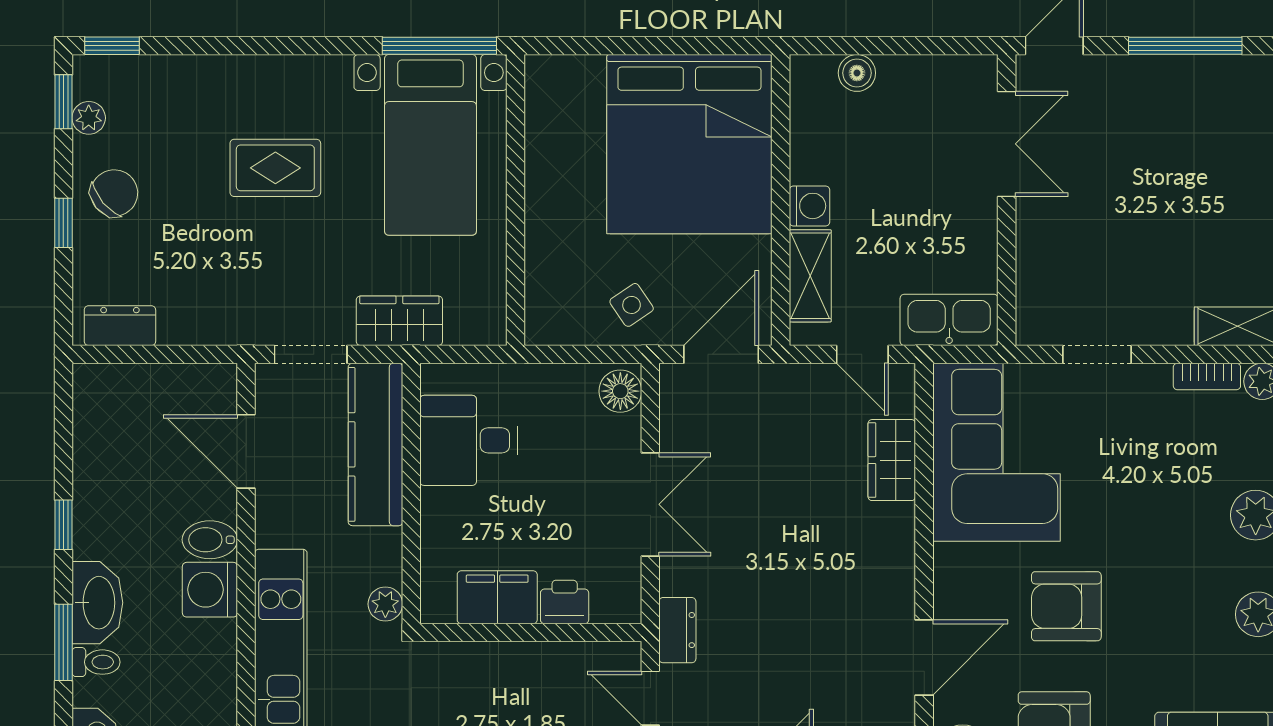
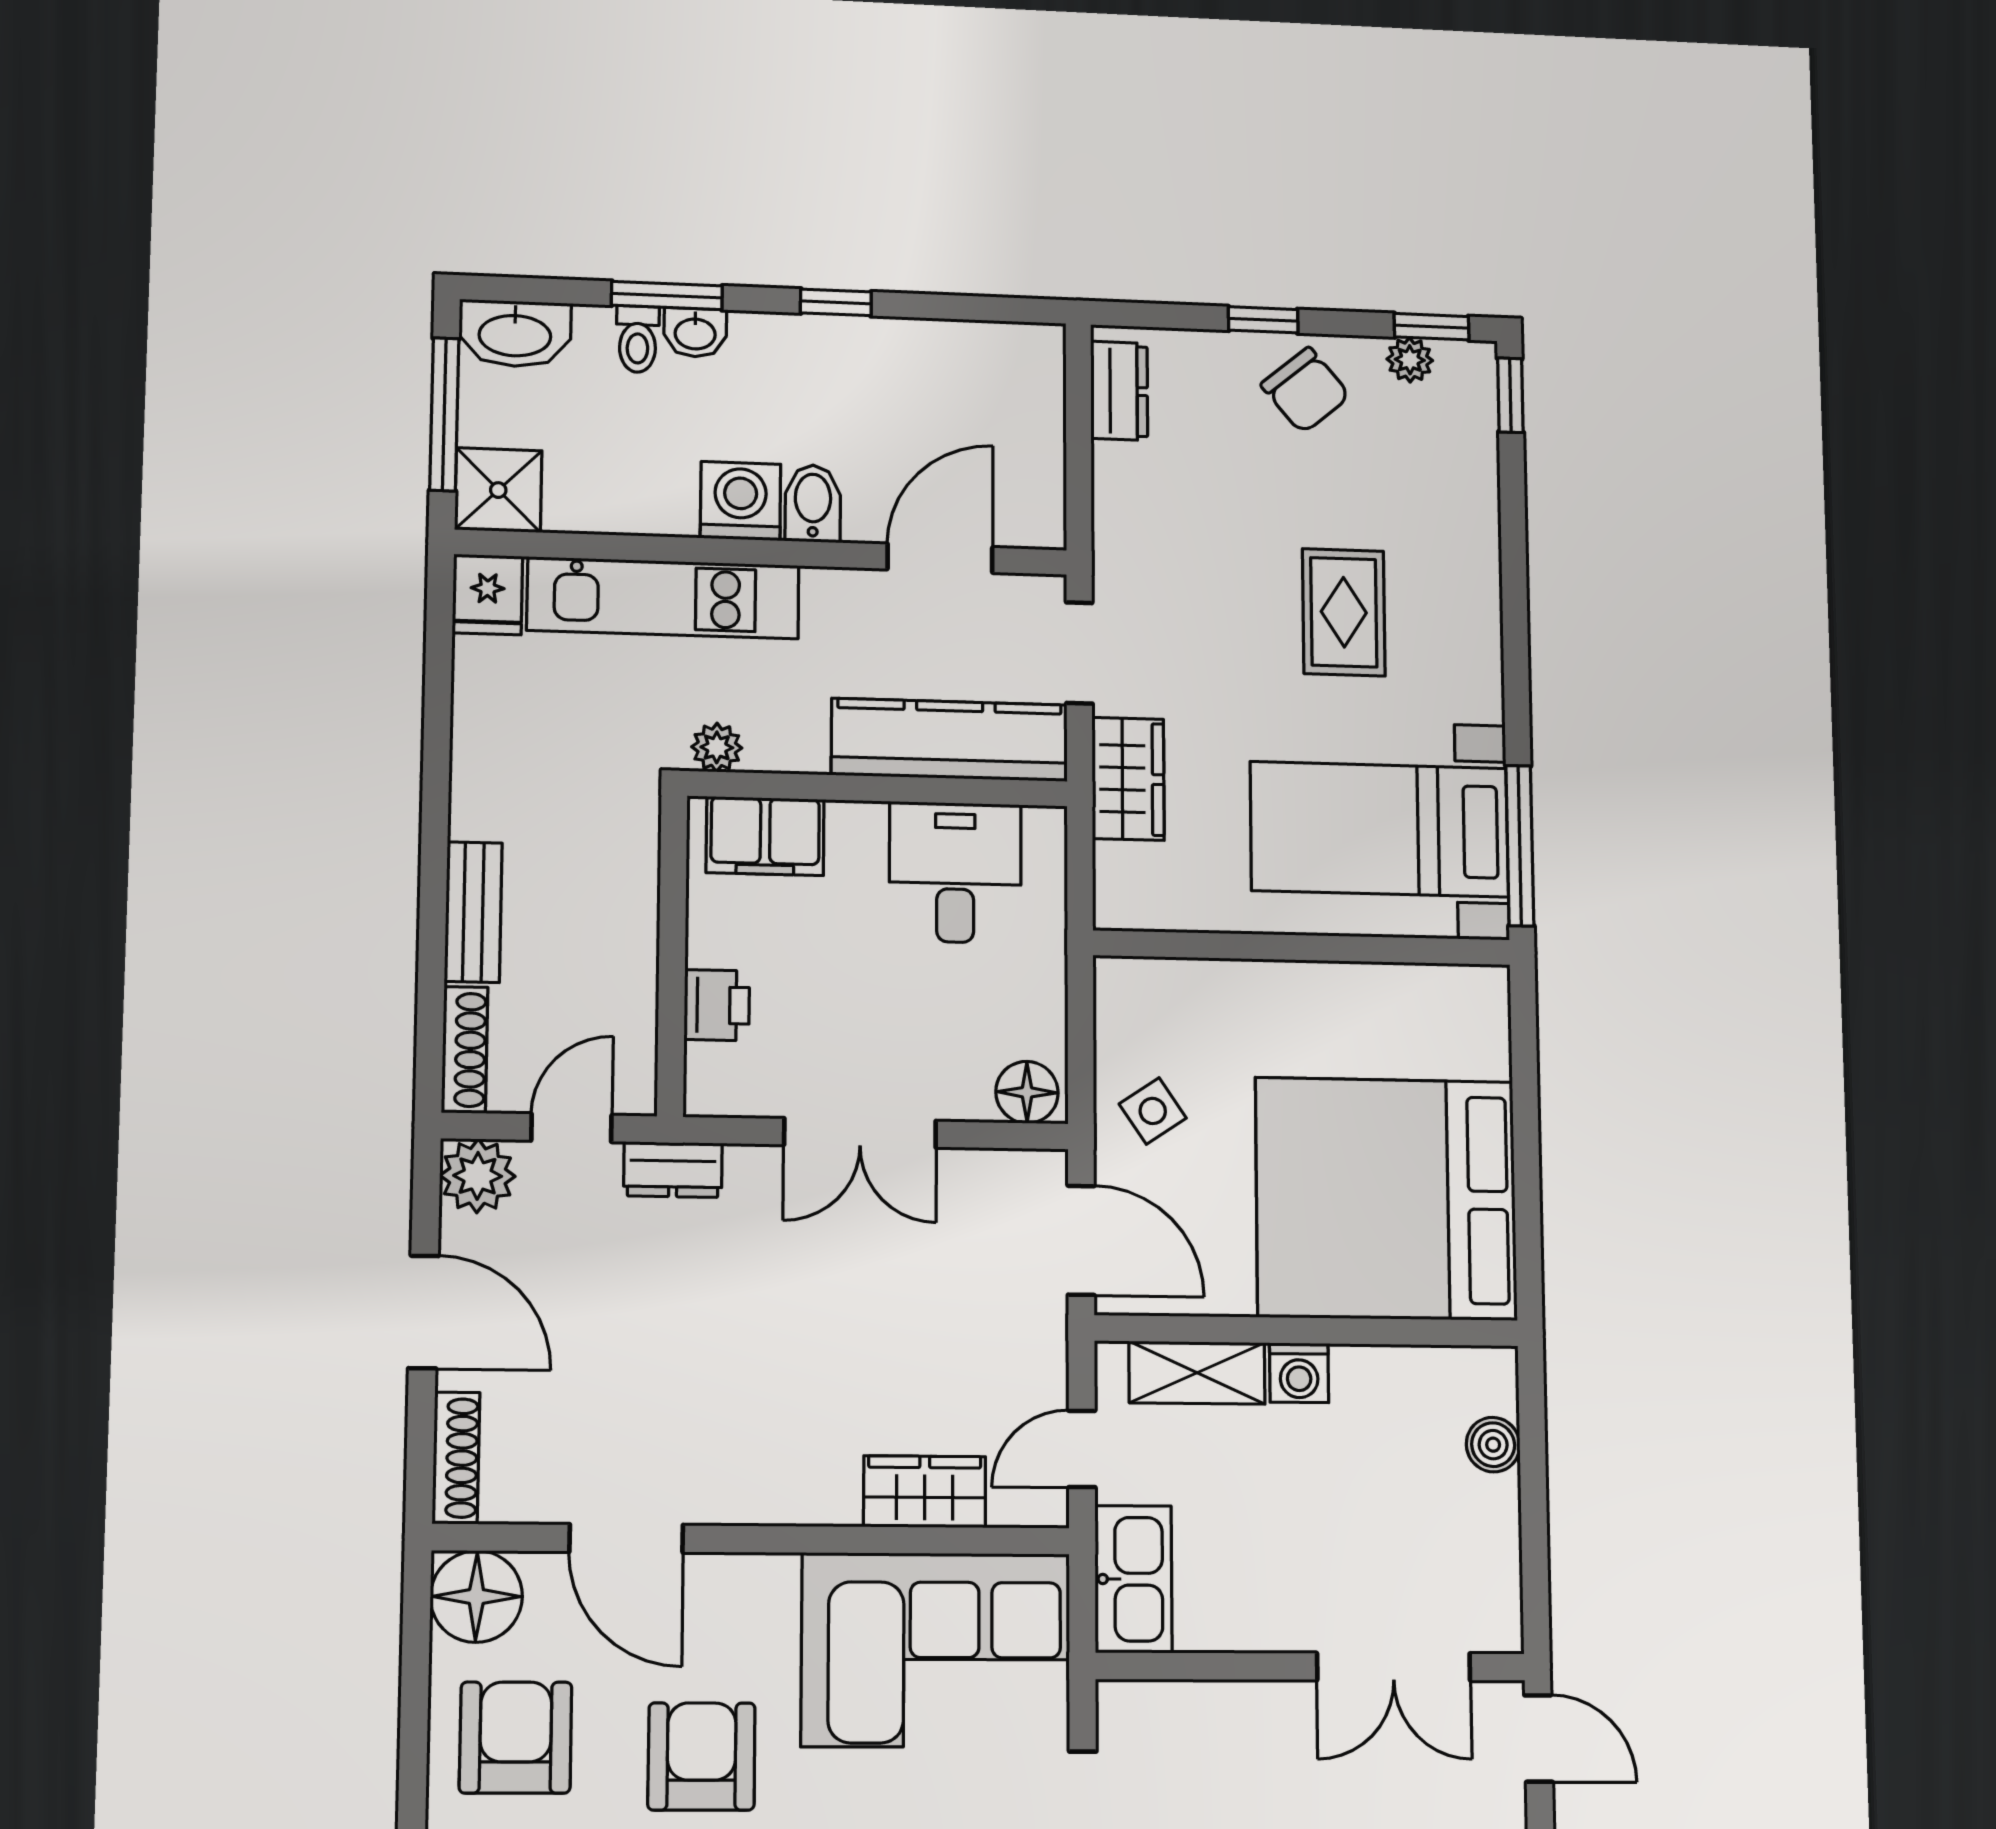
filing cabinet: (497, 597) -> (765, 836), moved, turned 90
washbasin: (97, 603) -> (695, 333), width x0.52, depth x0.69

